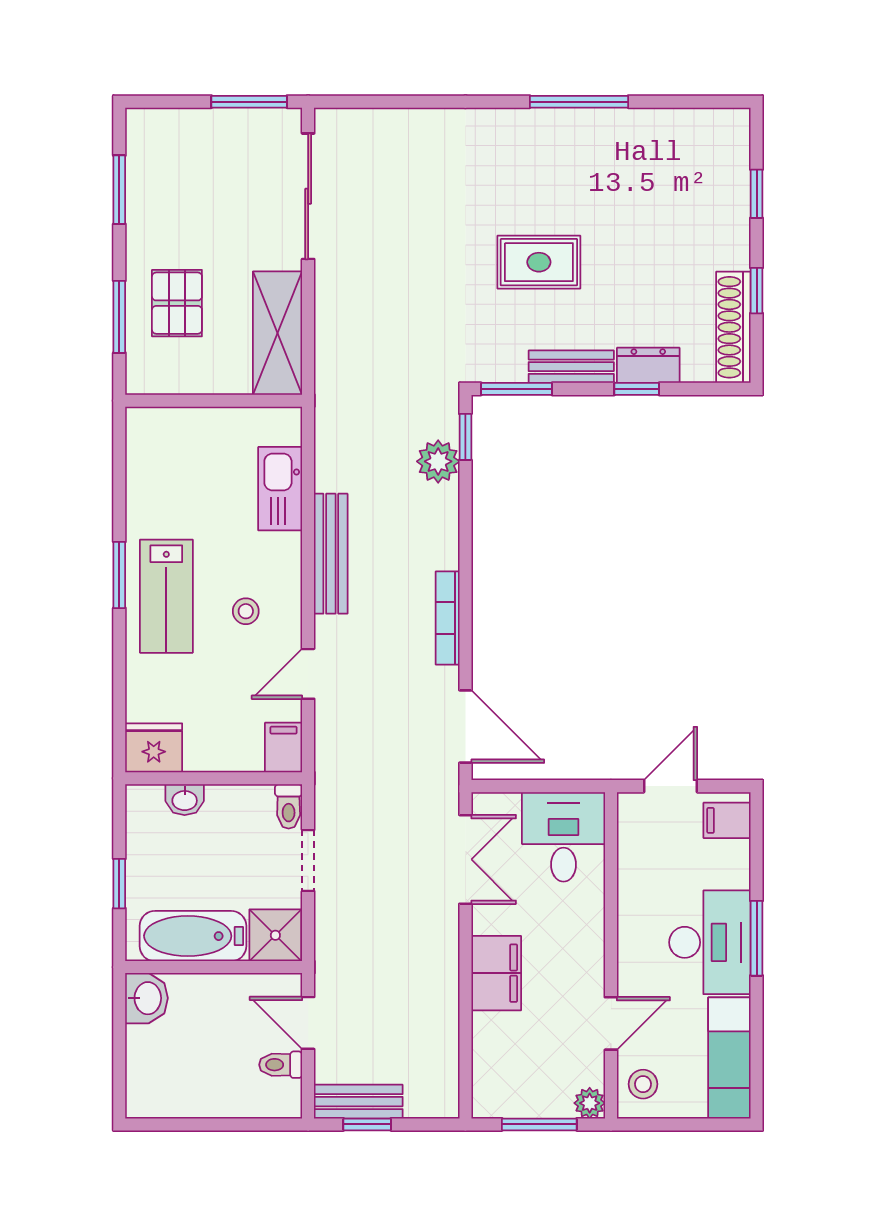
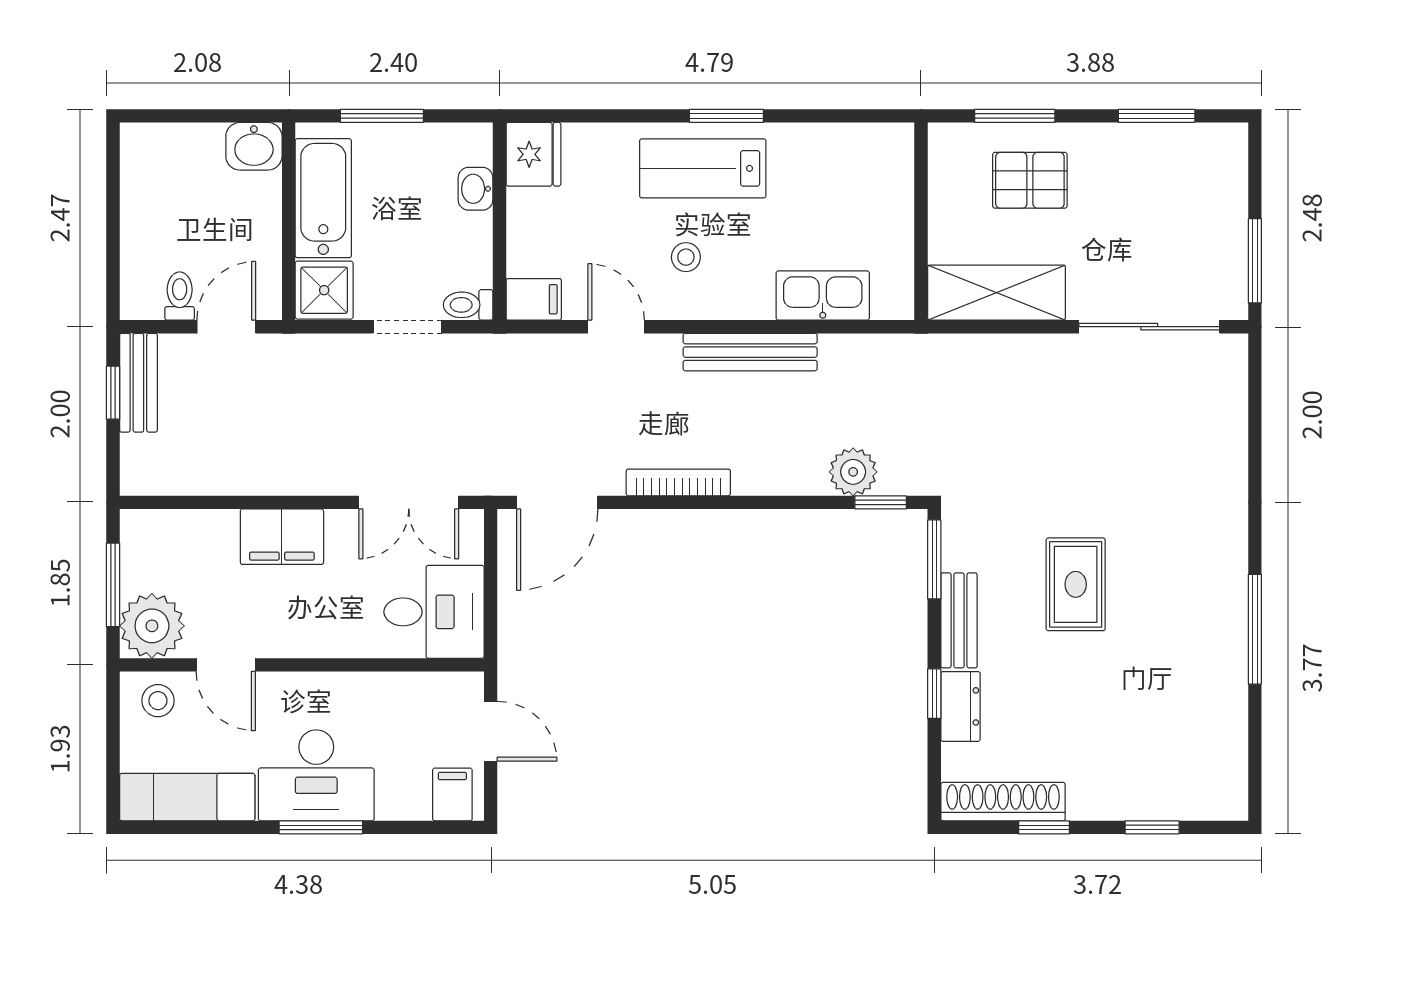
window: (119, 884) -> (382, 116), width x1.50
plant: (590, 1103) -> (152, 626), width x1.87, depth x1.87

